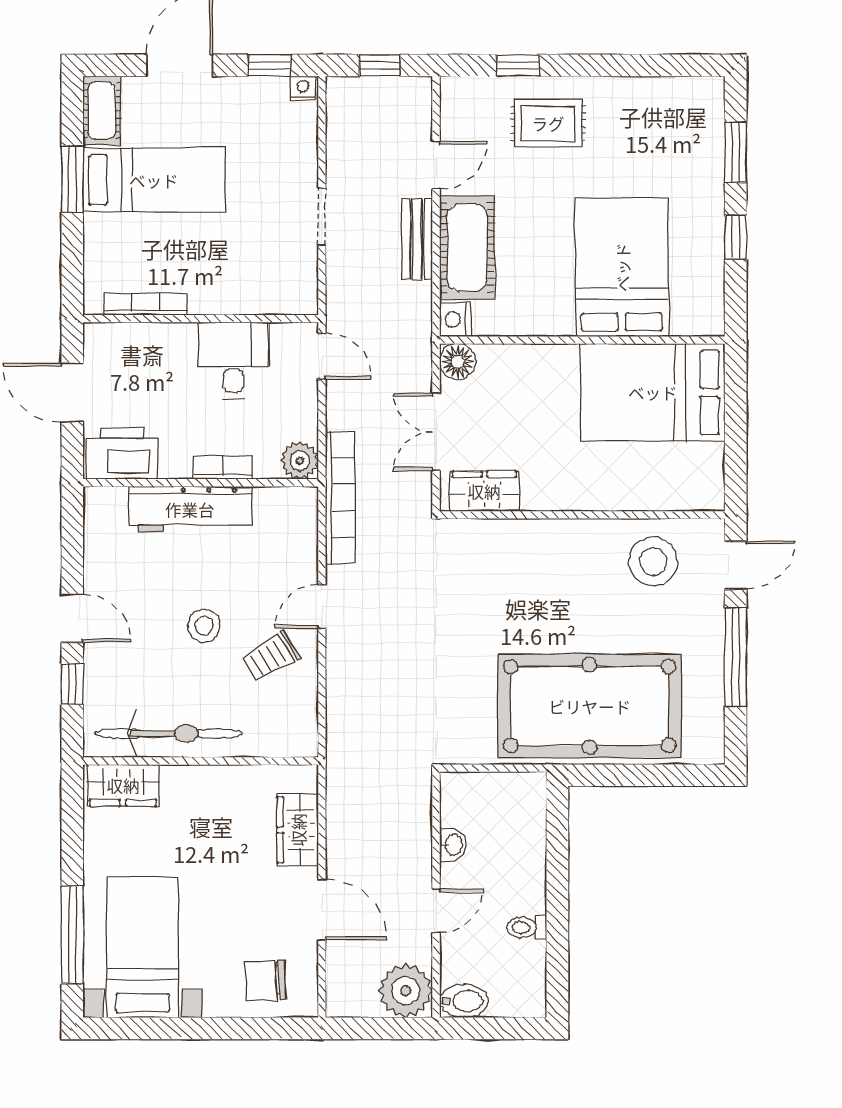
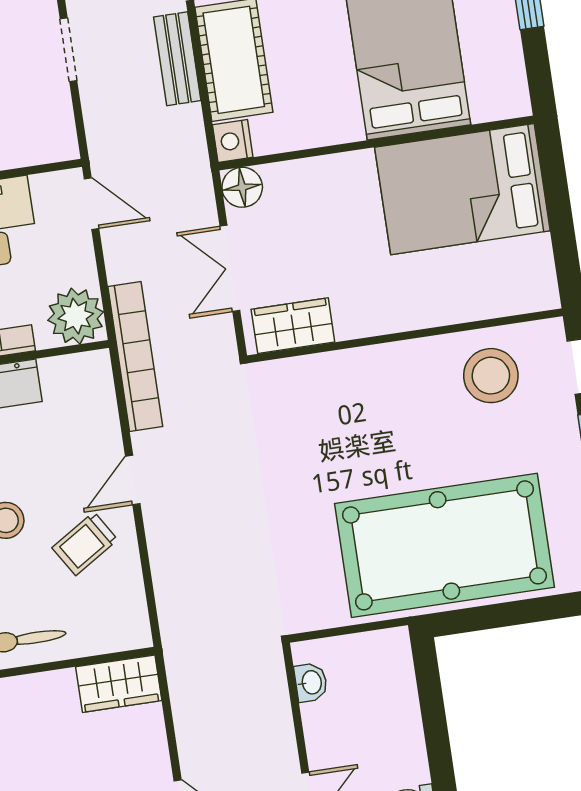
plant: (300, 461) -> (76, 316), width x1.36, depth x1.36
wardrobe: (298, 830) -> (119, 684), moved, turned -90
washbasin: (453, 845) -> (311, 682), moved

